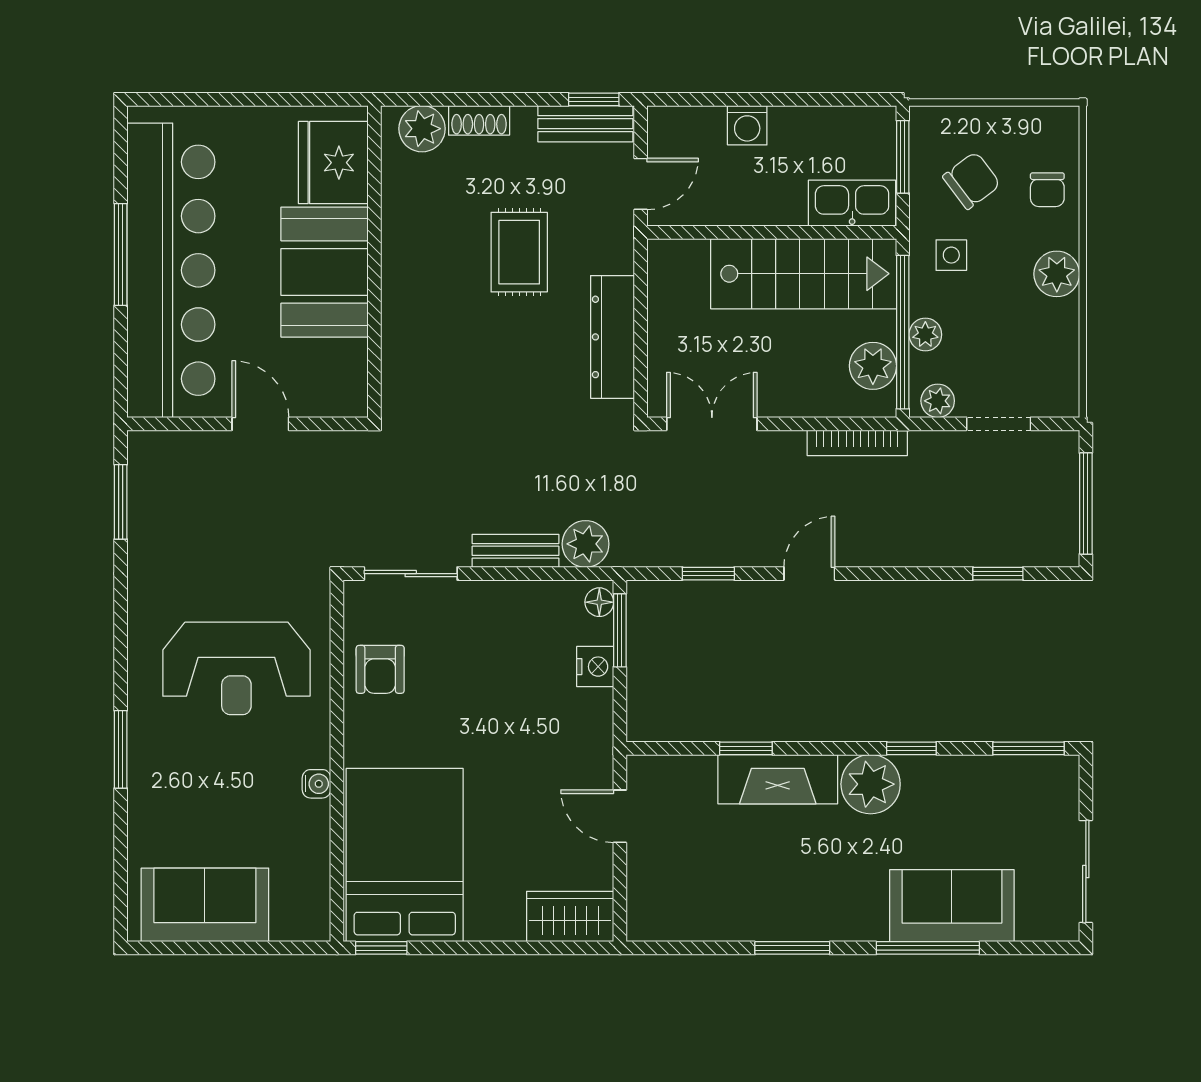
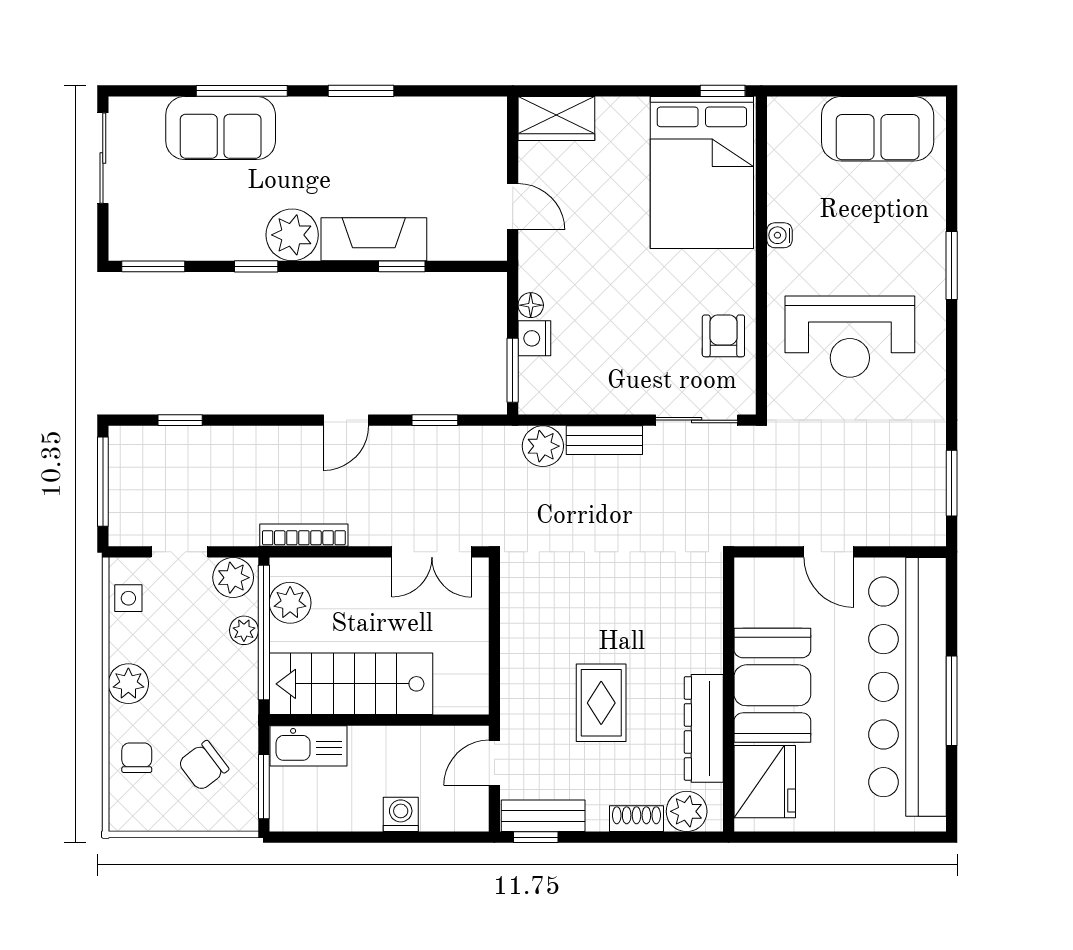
side table: (951, 255) -> (128, 598), moved
dresser: (613, 337) -> (704, 728), moved, turned 180
plant: (938, 401) -> (233, 578), width x1.38, depth x1.38
floor lamp: (599, 602) -> (531, 305), moved
reception desk: (236, 668) -> (850, 337), turned 180

